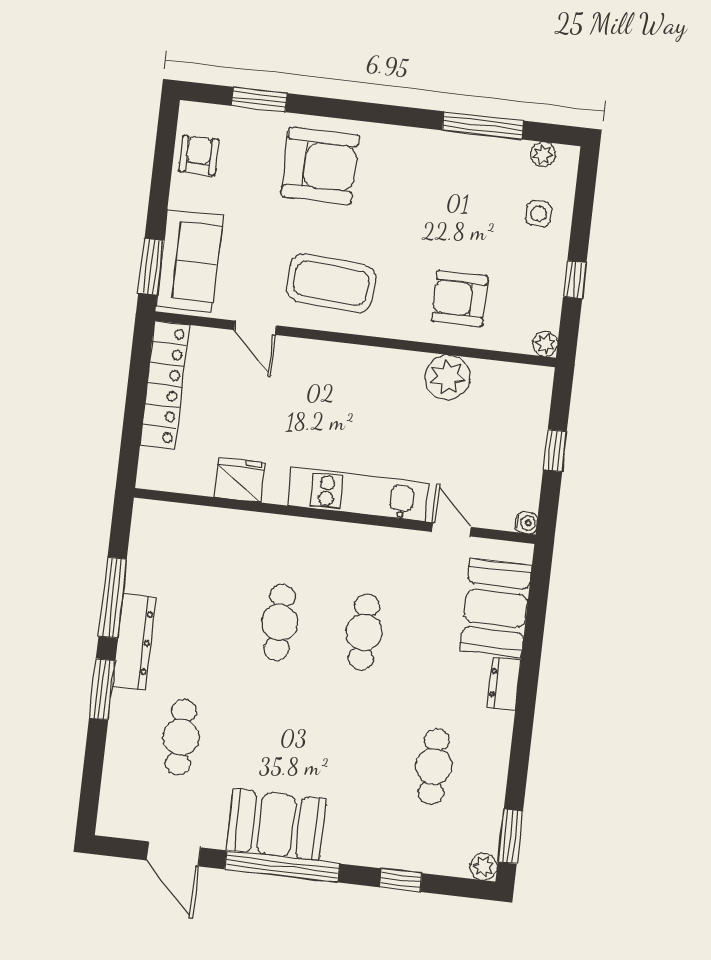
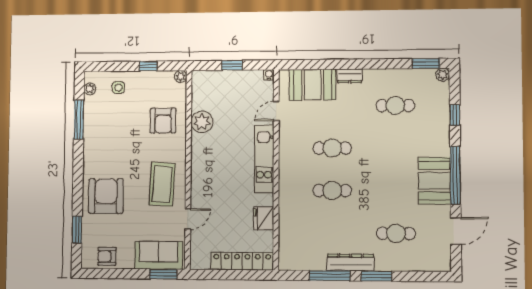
locker: (165, 385) -> (242, 261), moved

